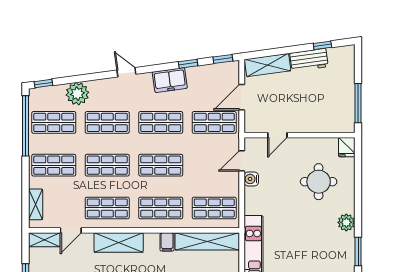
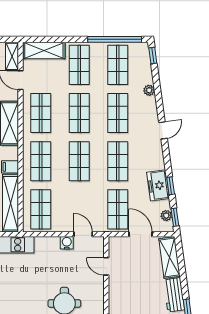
plant: (221, 69) -> (166, 216), added
freezer: (170, 80) -> (158, 185), moved
plant: (77, 94) -> (149, 90), width x0.53, depth x0.53
shelving: (36, 204) -> (44, 51), width x1.50, depth x1.33

